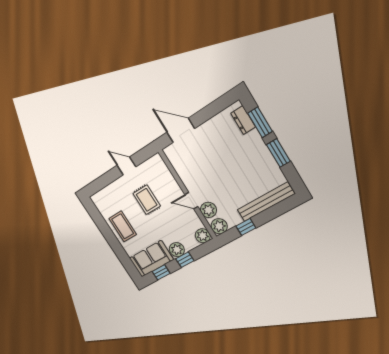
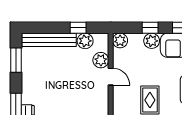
window: (278, 153) -> (16, 60), moved
plant: (219, 226) -> (85, 41), moved

